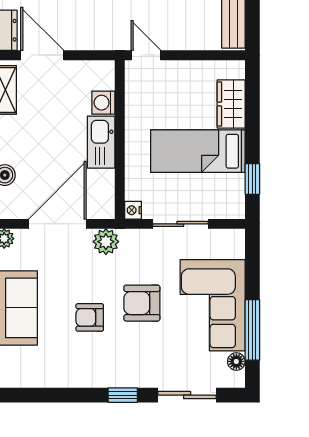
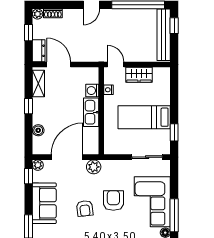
wardrobe: (231, 104) -> (139, 75), moved, turned -90
nightstand: (133, 210) -> (109, 90), moved
sliding door: (180, 224) -> (147, 157), moved
armchair: (142, 303) -> (113, 201), turned 90
armchair: (90, 317) -> (85, 208), turned -96

